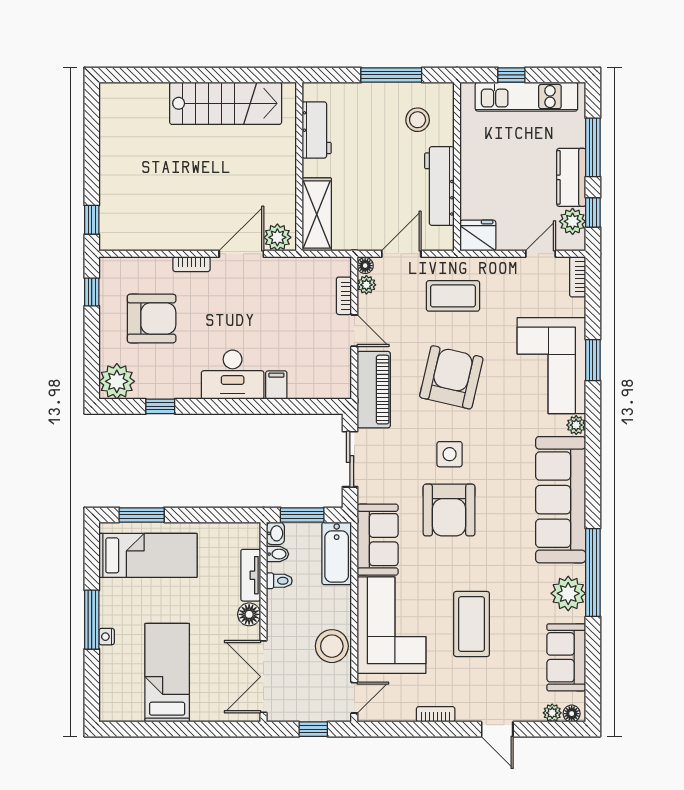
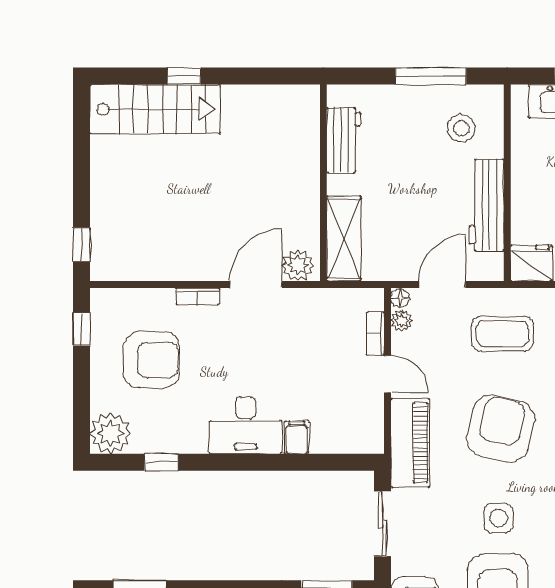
window: (180, 75) -> (184, 76), added
stairs: (226, 103) -> (155, 109), moved

